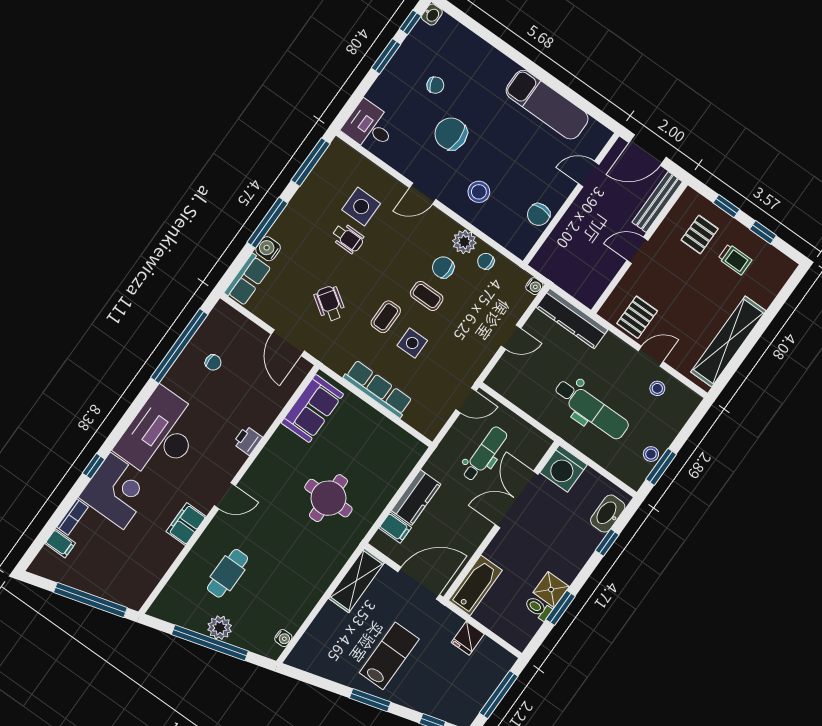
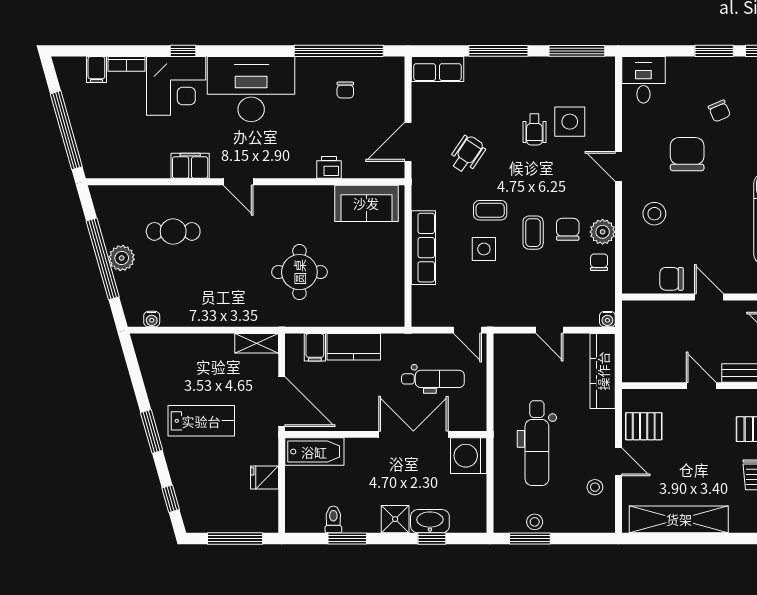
door: (589, 174) -> (709, 297), moved
water cooler: (268, 249) -> (477, 68), removed
printer: (248, 440) -> (329, 167), moved
washbasin: (608, 514) -> (430, 521), moved
shelving: (356, 581) -> (257, 343), width x0.67, depth x0.75
shower: (551, 590) -> (395, 519), moved

